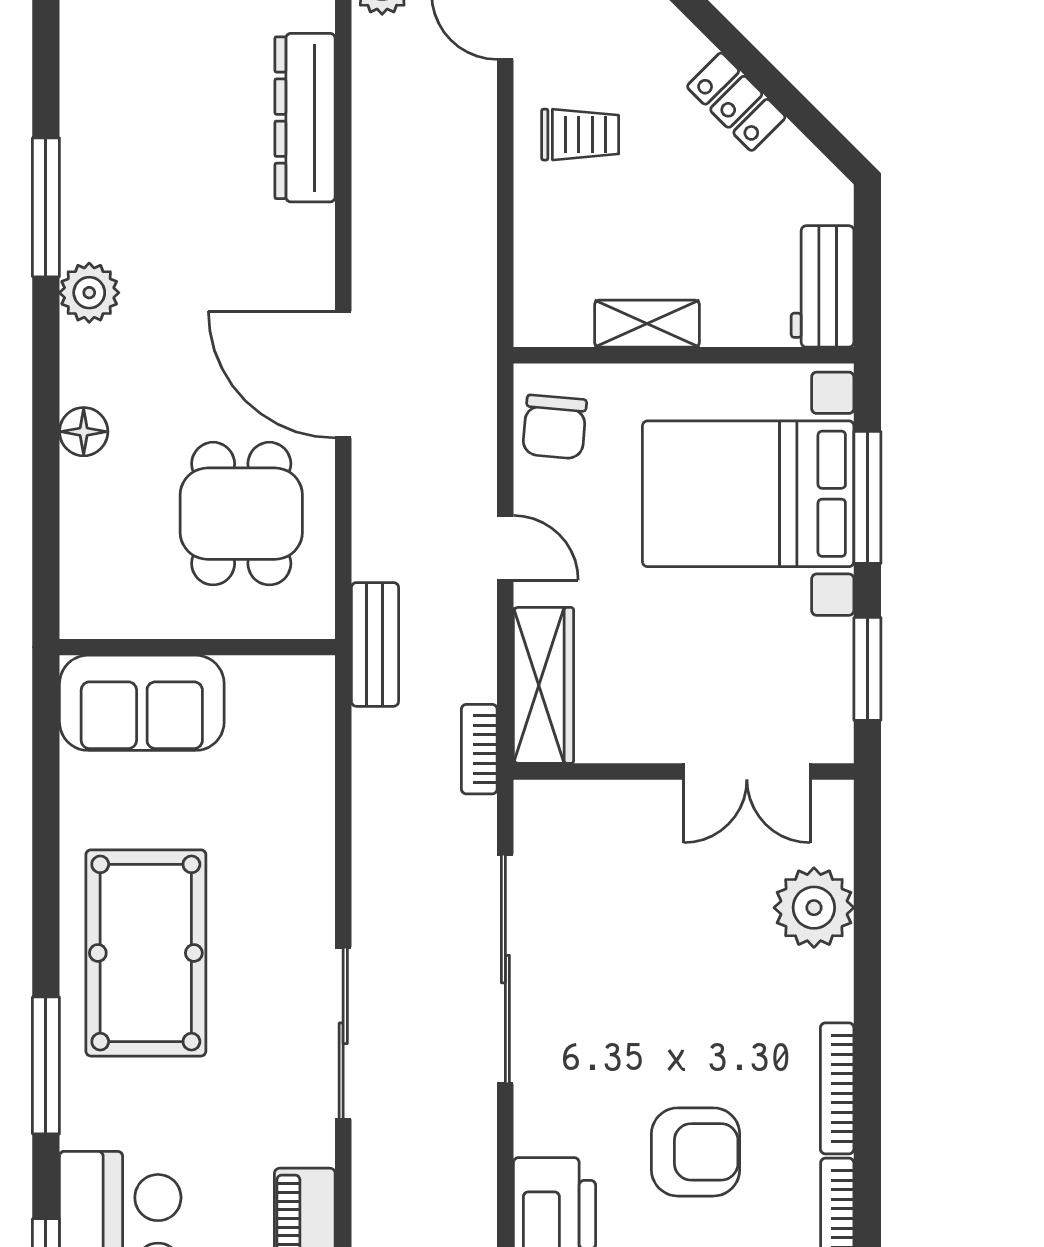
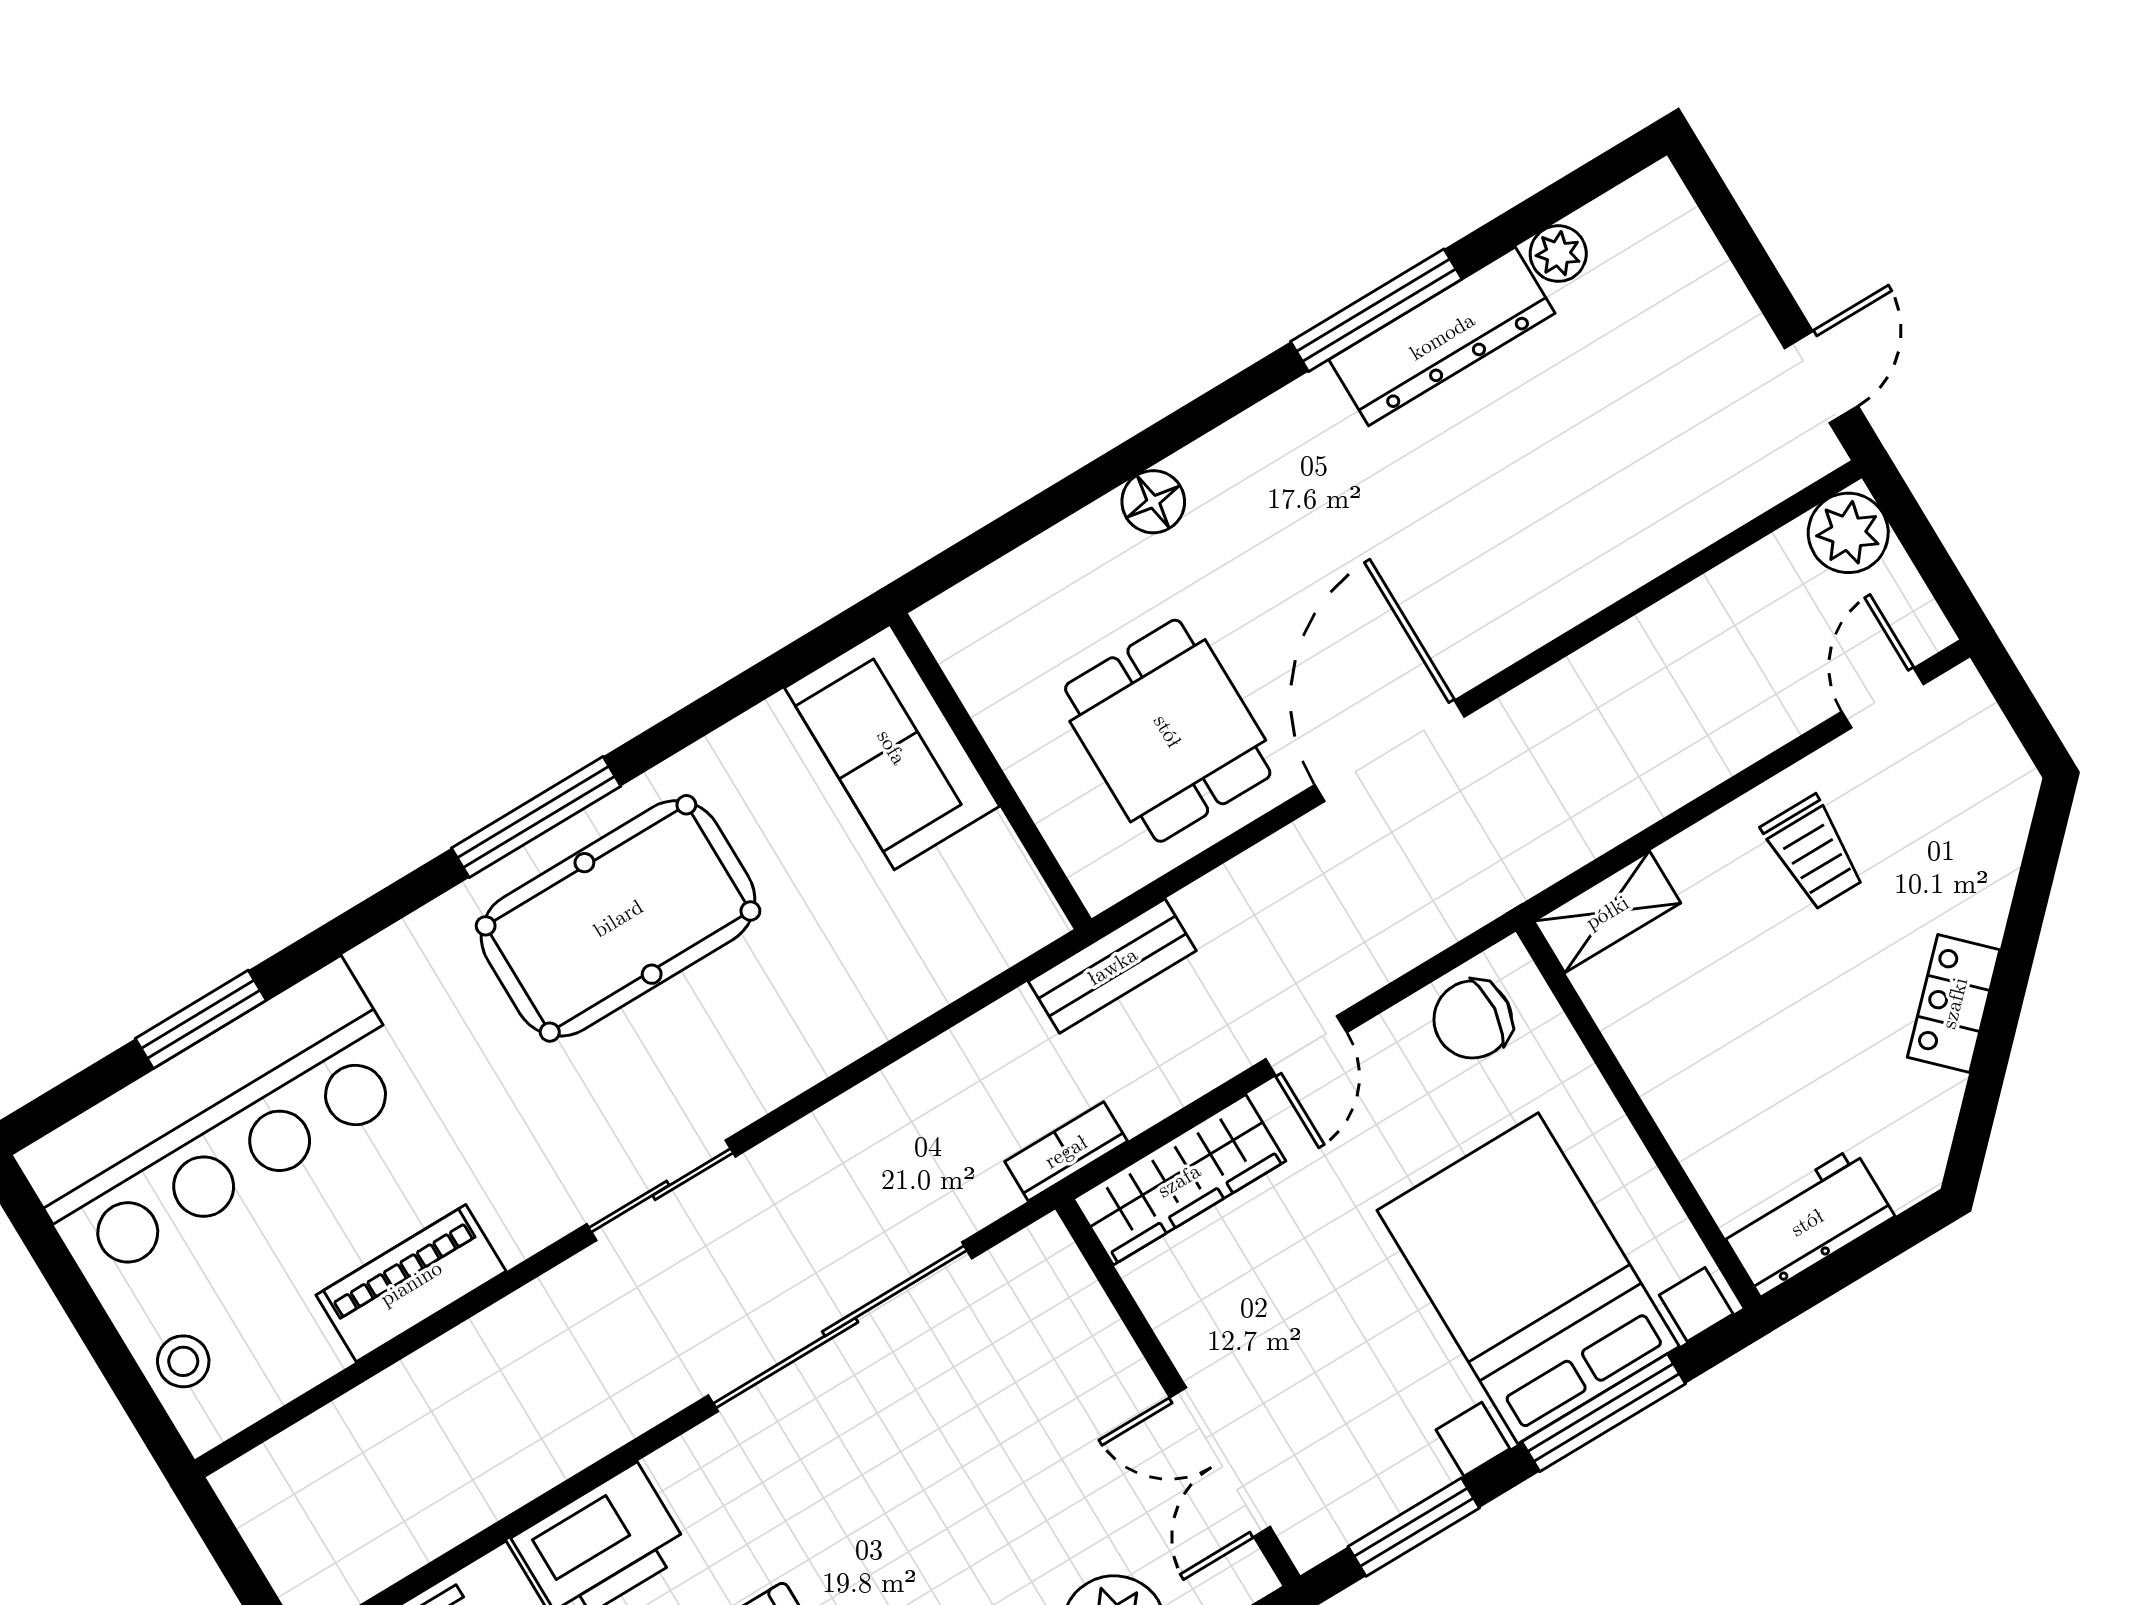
dresser: (305, 118) -> (1442, 336), moved, turned 180
plant: (89, 293) -> (1558, 254), moved, width x0.73, depth x0.73
shelving: (647, 324) -> (1607, 912), moved, turned 90
dining table: (241, 514) -> (1168, 731), turned 90
sliding door: (343, 1033) -> (661, 1190), width x0.73
window: (46, 1065) -> (536, 817), moved

